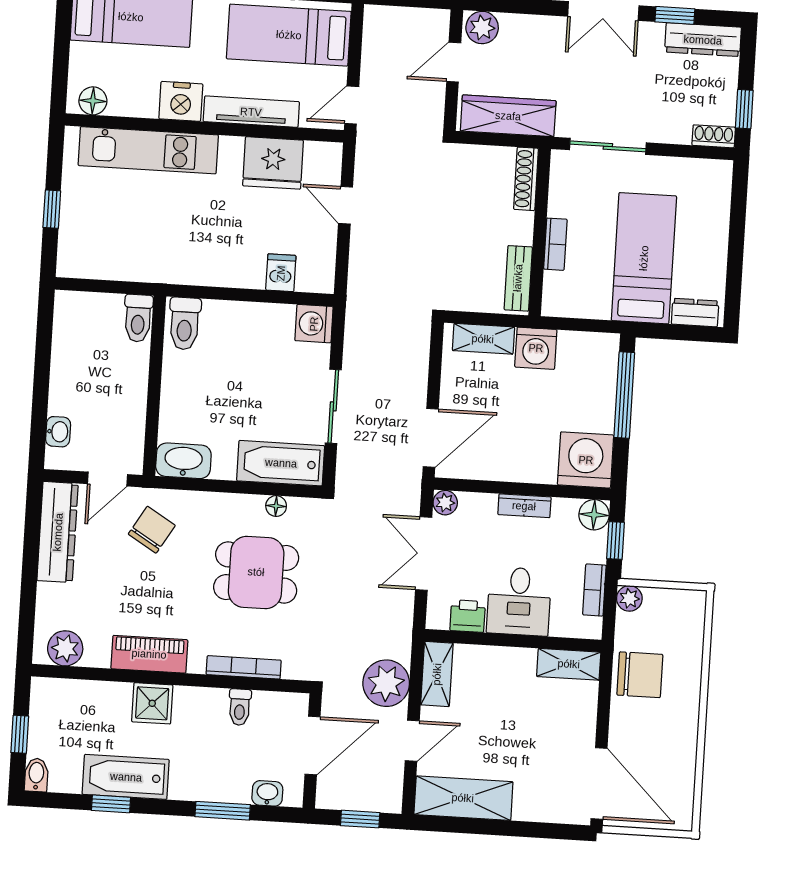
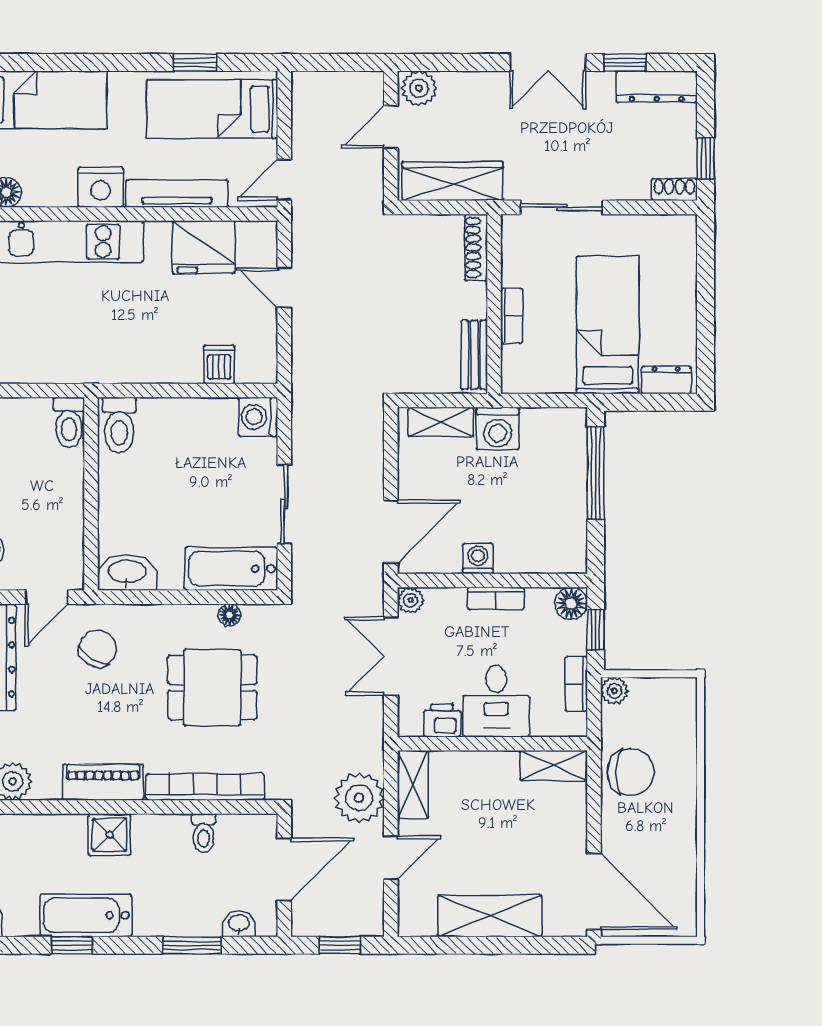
washing machine: (586, 460) -> (478, 559), moved, width x0.53, depth x0.53
bookcase: (244, 667) -> (205, 787), width x1.48, depth x1.31
shelving: (463, 798) -> (490, 916), moved

